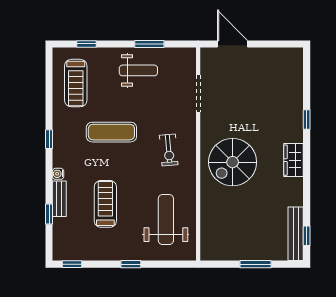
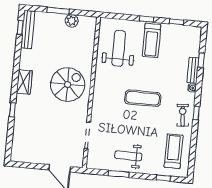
exercise mat: (111, 132) -> (143, 98), moved
exercise bike: (169, 150) -> (183, 115), moved
treadmill: (105, 204) -> (151, 40), moved
weight bench: (166, 220) -> (119, 48), turned 180
plant: (235, 252) -> (72, 21), added
window: (72, 264) -> (176, 22), moved

